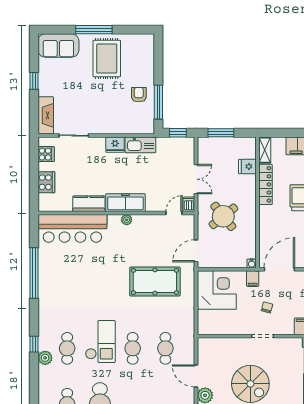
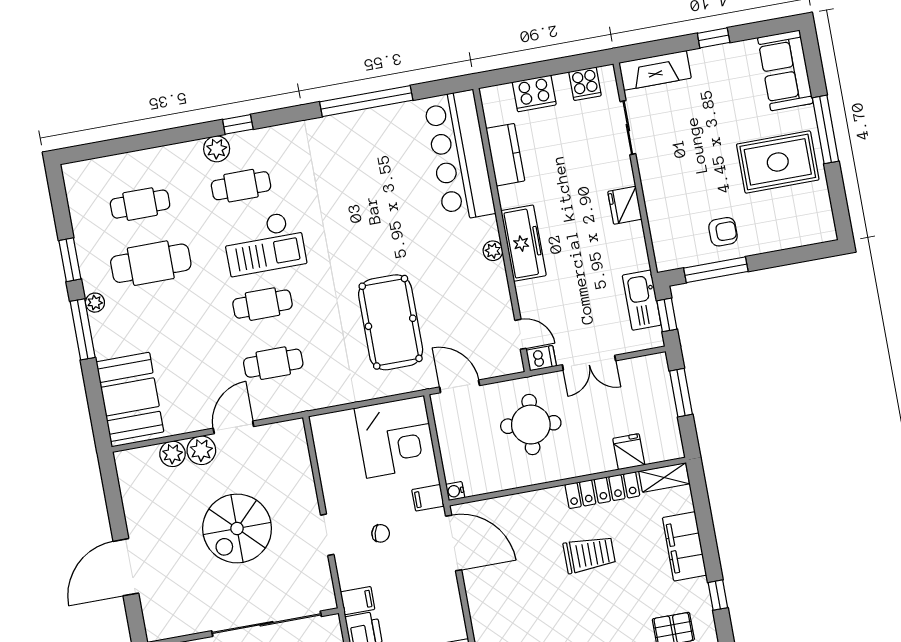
kitchen sink: (140, 145) -> (642, 300), moved
kitchen counter: (89, 204) -> (505, 155), moved
round table: (223, 216) -> (531, 424), turned 45

